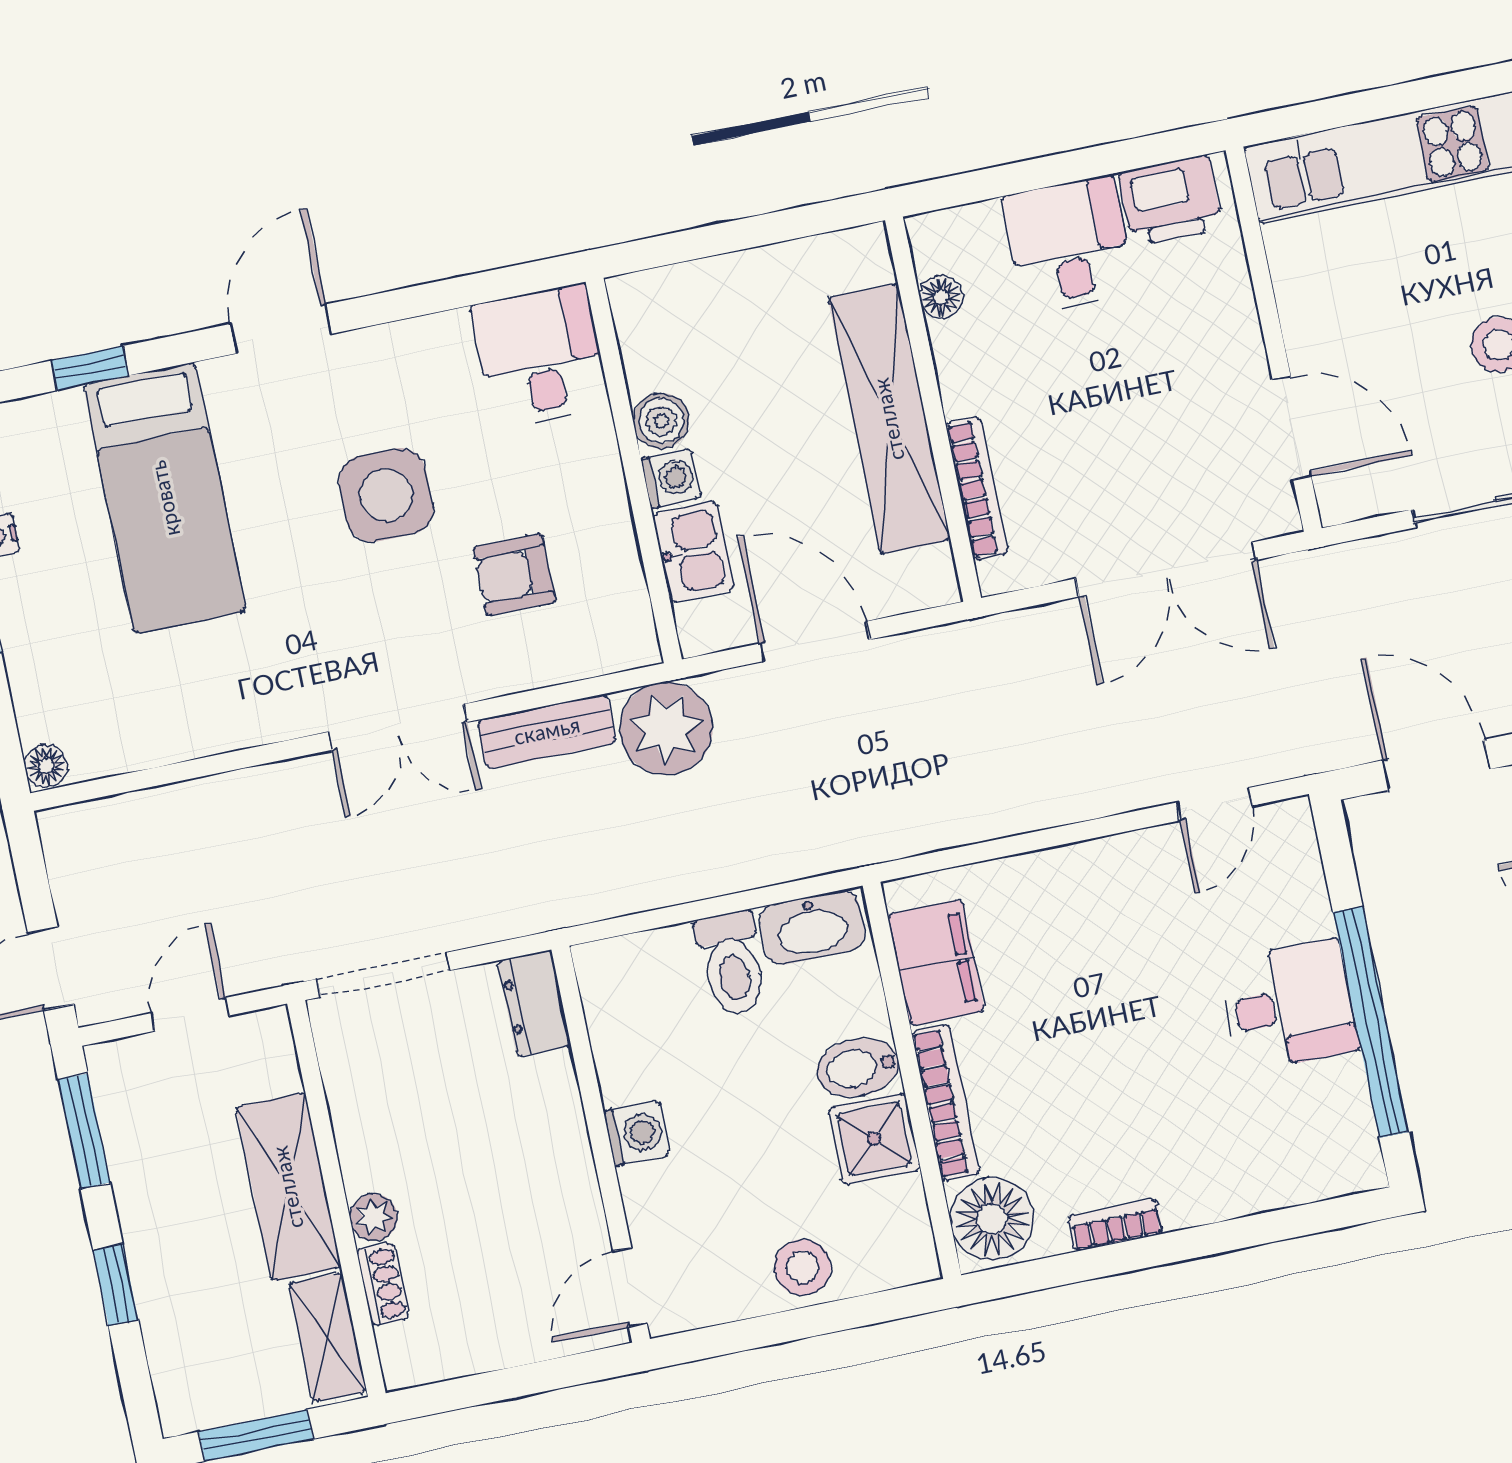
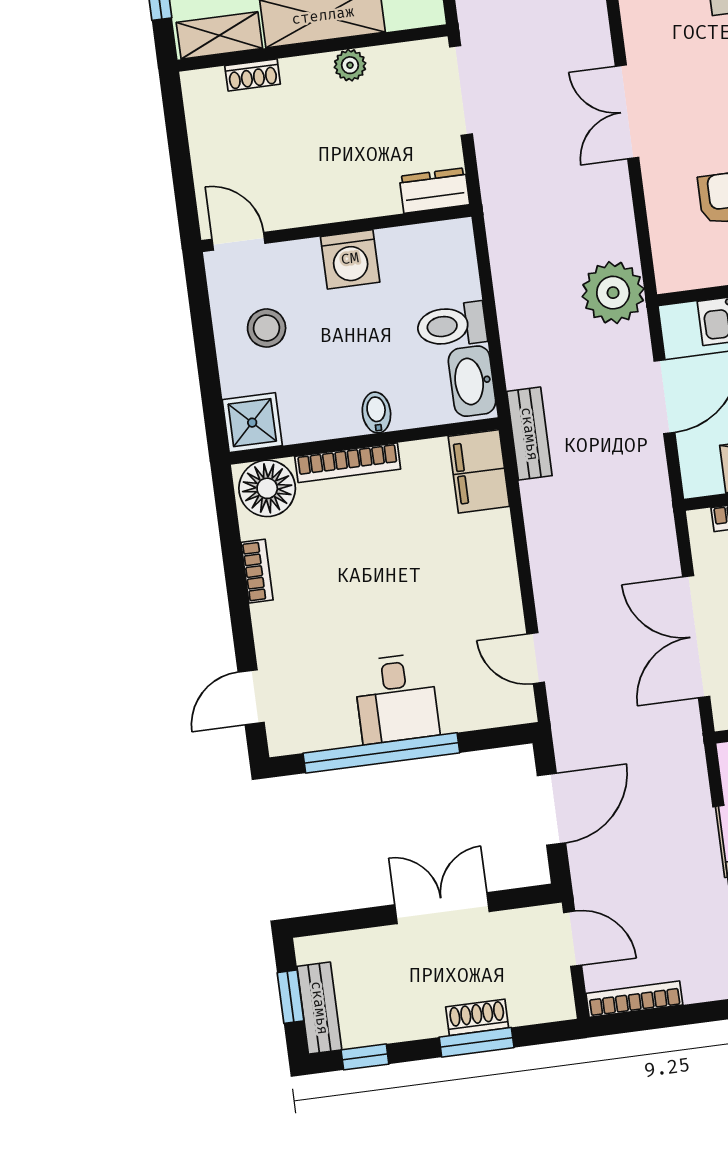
bench: (547, 731) -> (529, 434), moved
filing cabinet: (936, 963) -> (479, 471), moved, turned 90
bidet: (858, 1068) -> (376, 413), width x0.72, depth x0.74
washing machine: (637, 1133) -> (350, 259), width x1.38, depth x1.38
shower: (874, 1139) -> (252, 423), moved
plant: (374, 1217) -> (350, 65), moved
door: (1303, 1220) -> (251, 697), added
stool: (803, 1267) -> (267, 328), moved

